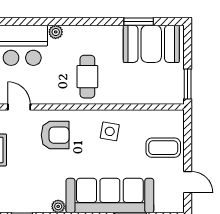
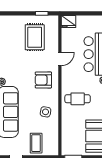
armchair: (55, 135) -> (43, 80), turned 90

